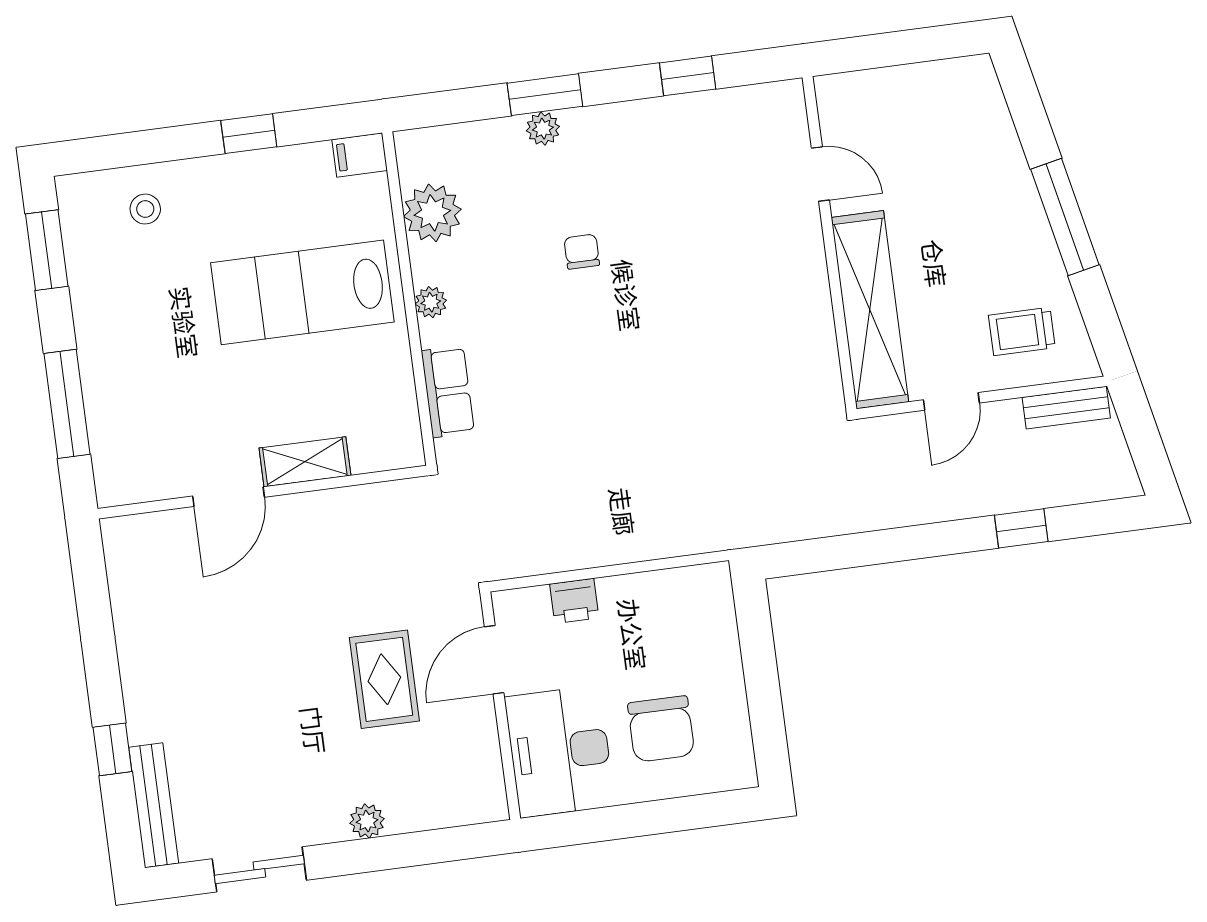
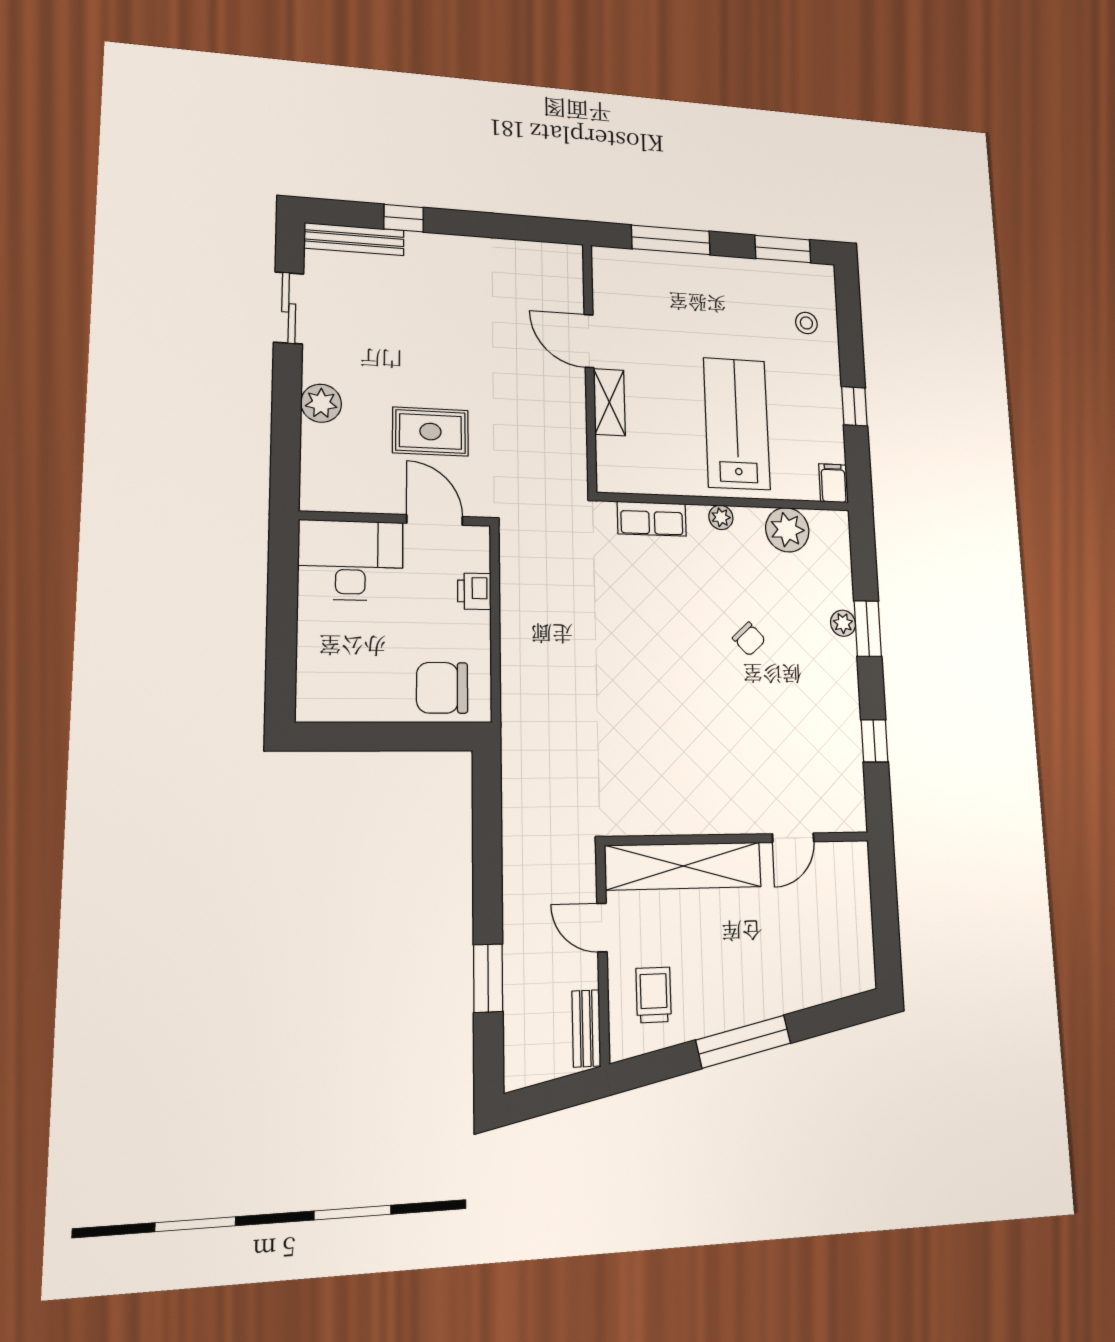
chair: (582, 252) -> (749, 639), turned 47
window: (1021, 528) -> (488, 978), width x1.50
chair: (661, 729) -> (442, 688), moved
plant: (367, 821) -> (321, 403), width x1.38, depth x1.38

